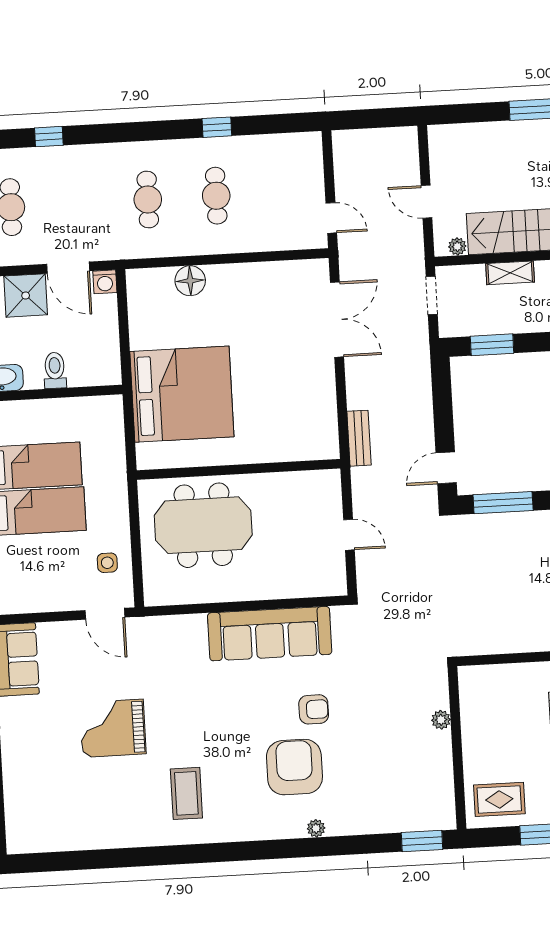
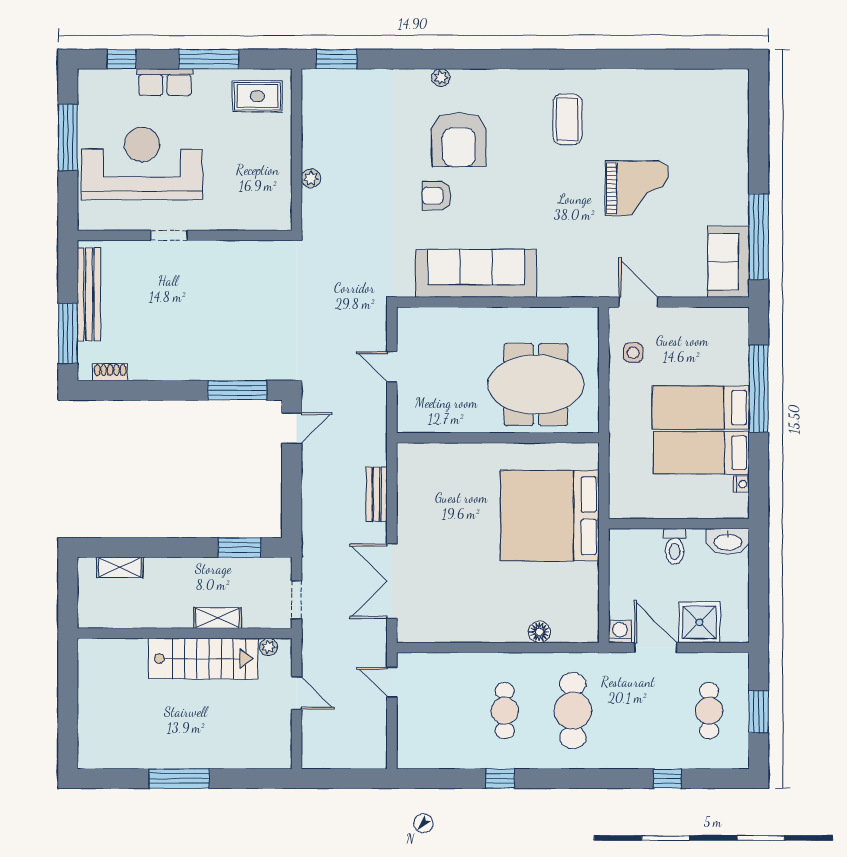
cafe table: (148, 199) -> (573, 711), width x1.37, depth x1.35
floor lamp: (190, 281) -> (539, 632), width x0.73, depth x0.73
bench: (359, 438) -> (377, 494), moved

